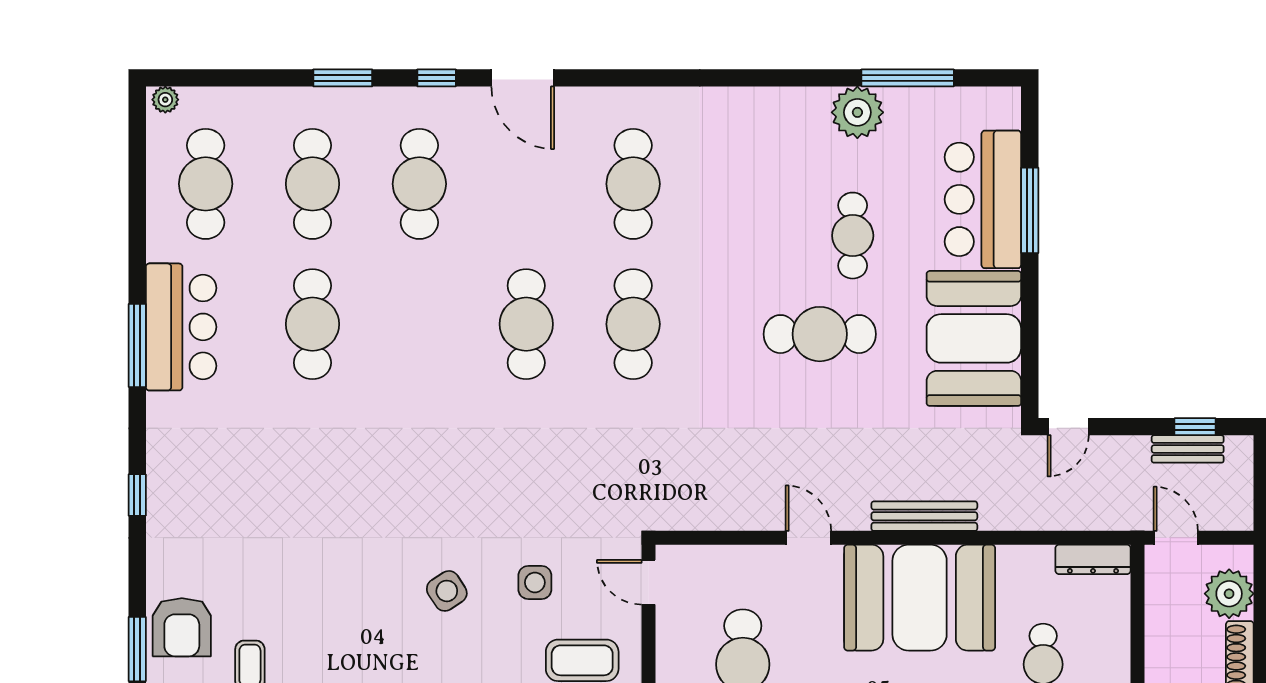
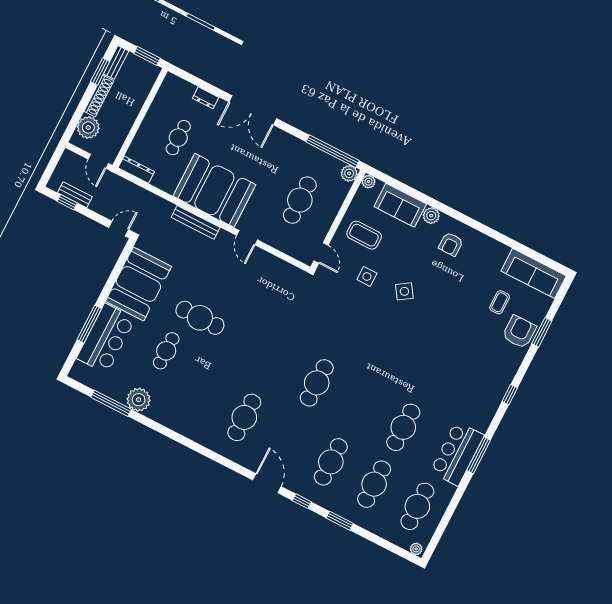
cafe table: (633, 324) -> (273, 361), removed

